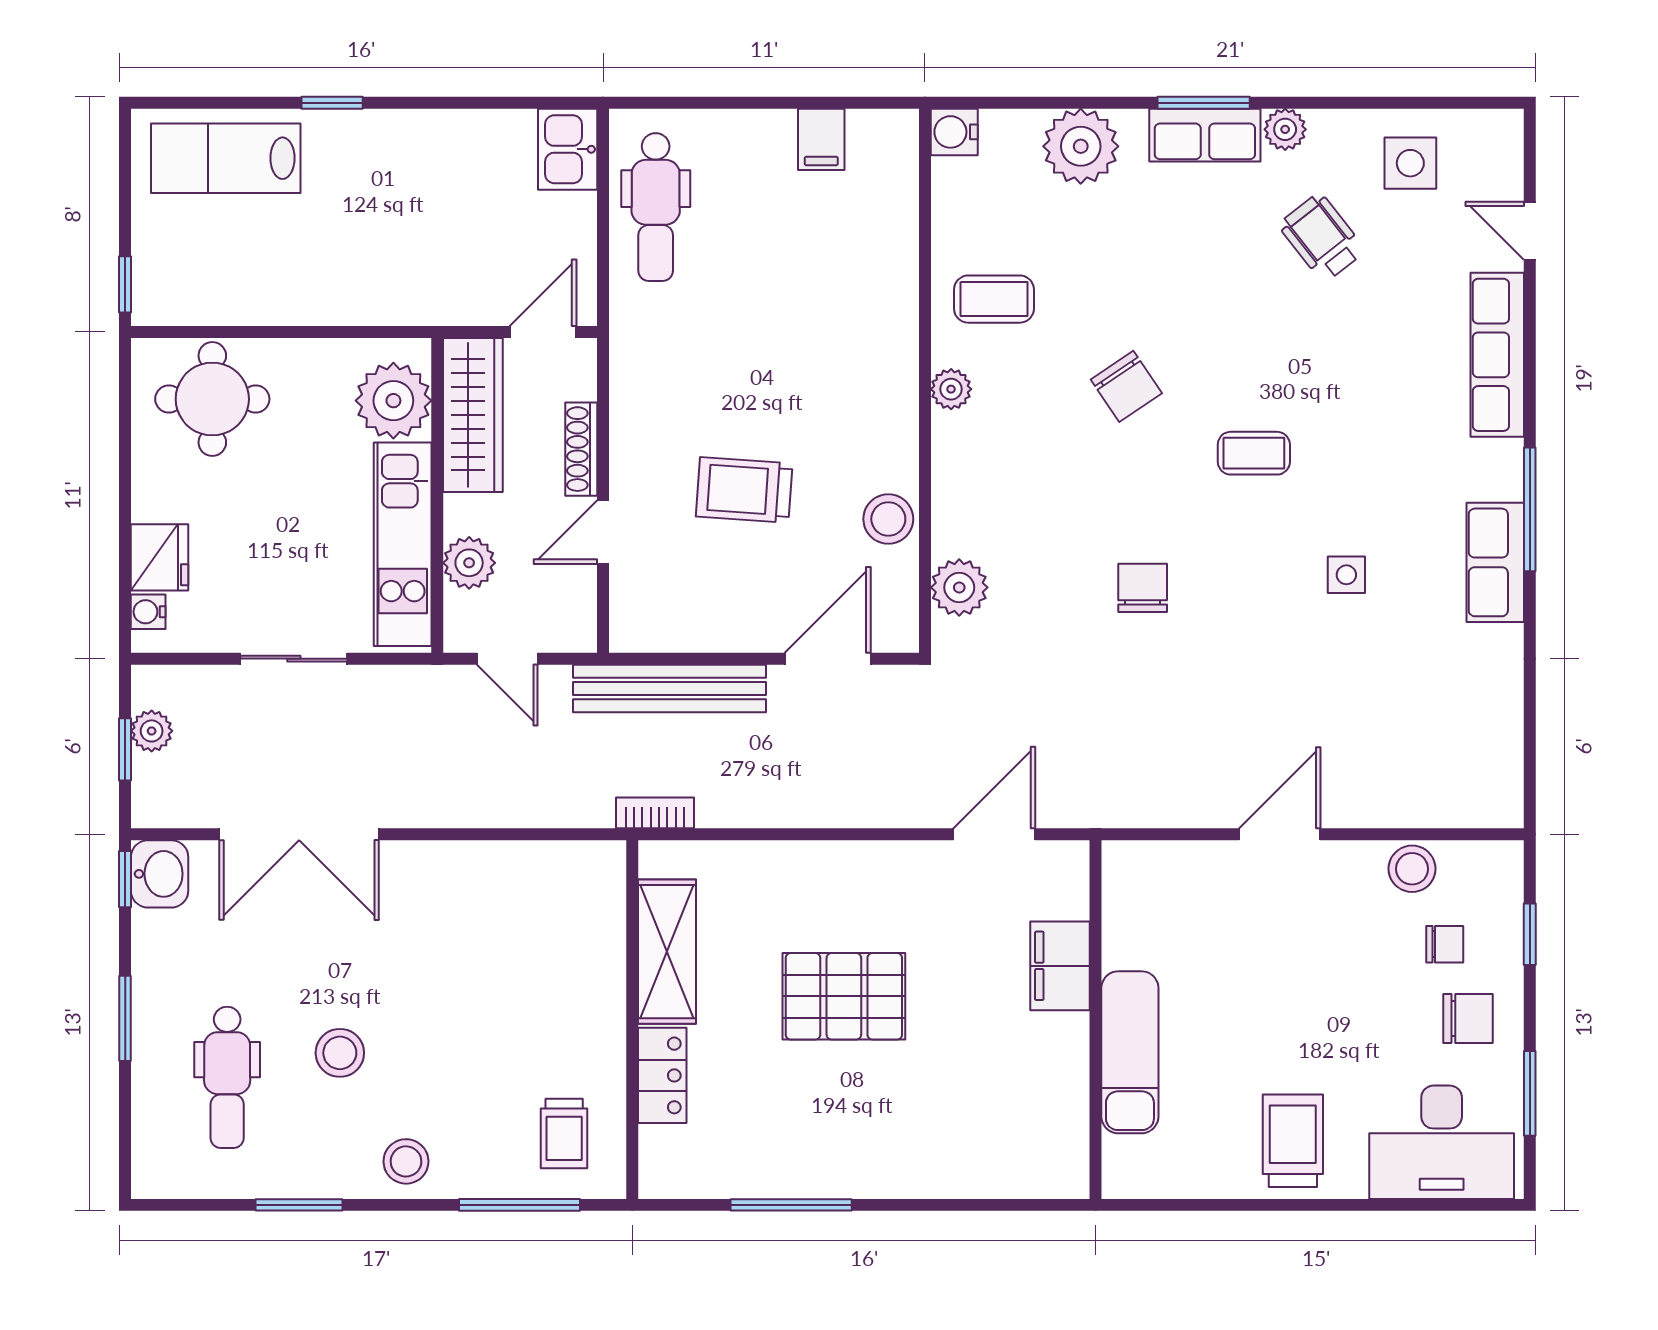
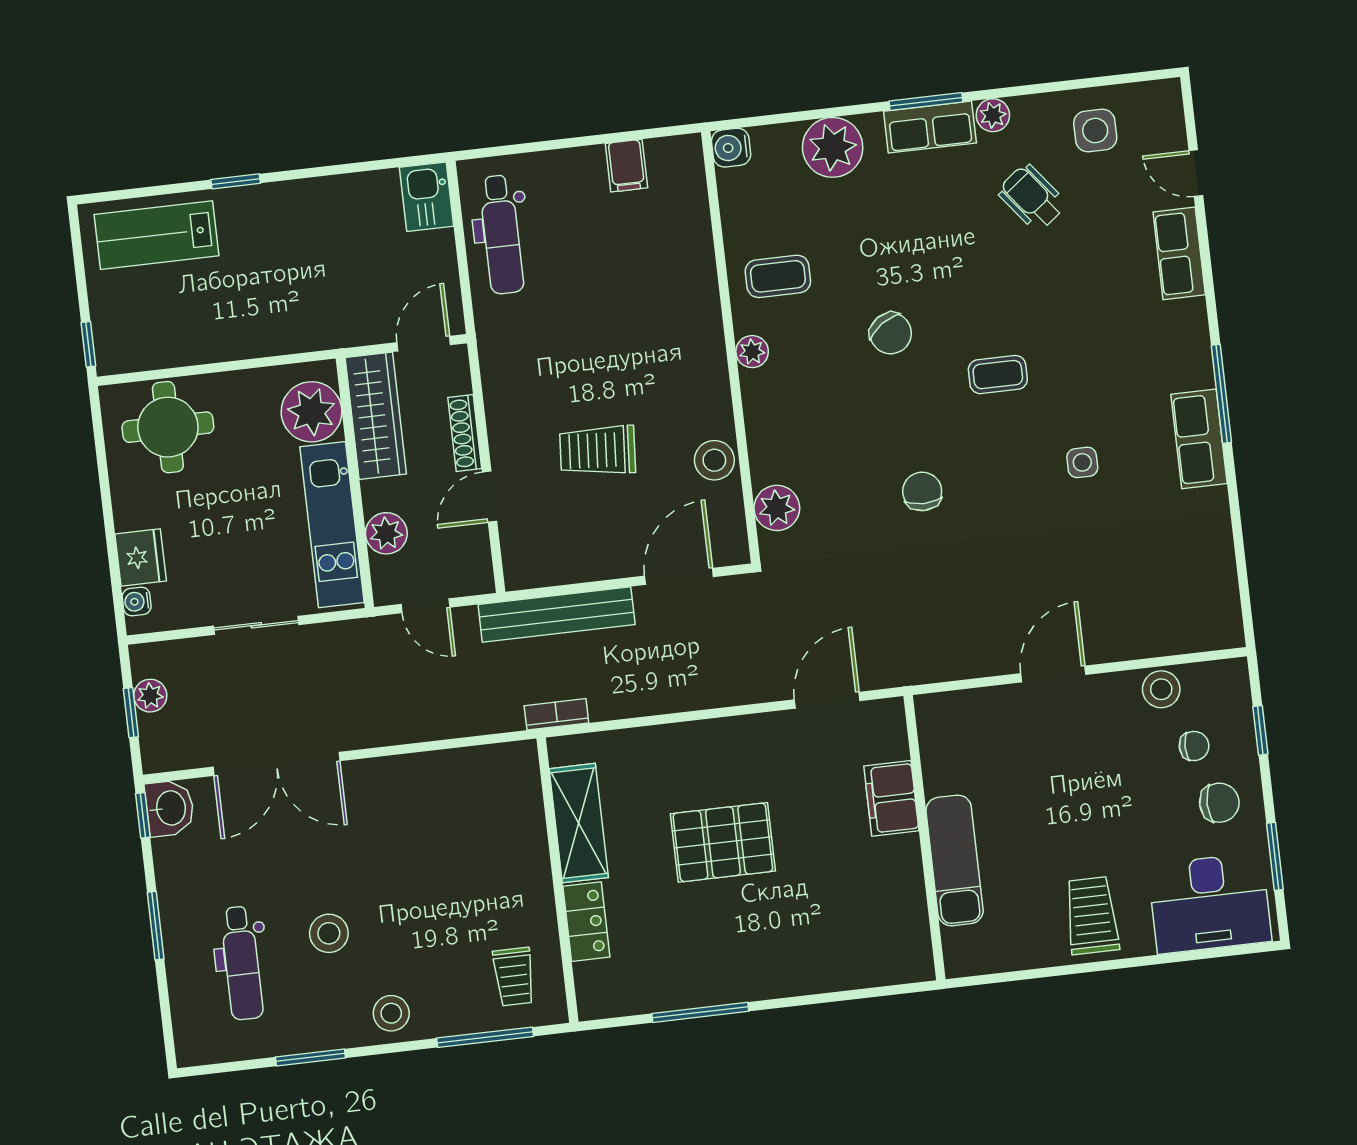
row of seats: (1497, 355) -> (1179, 253), width x0.68

